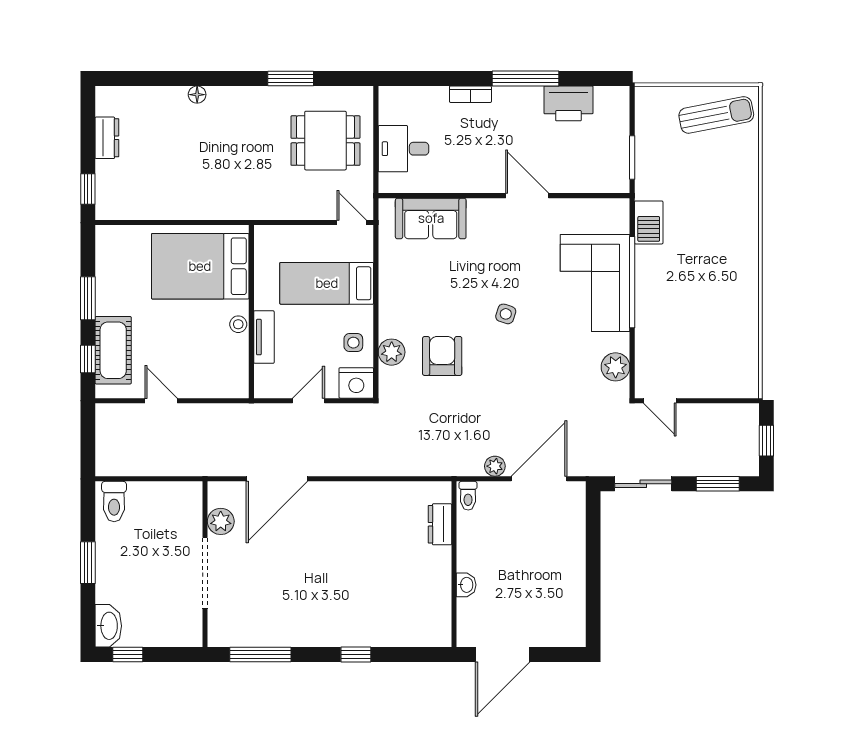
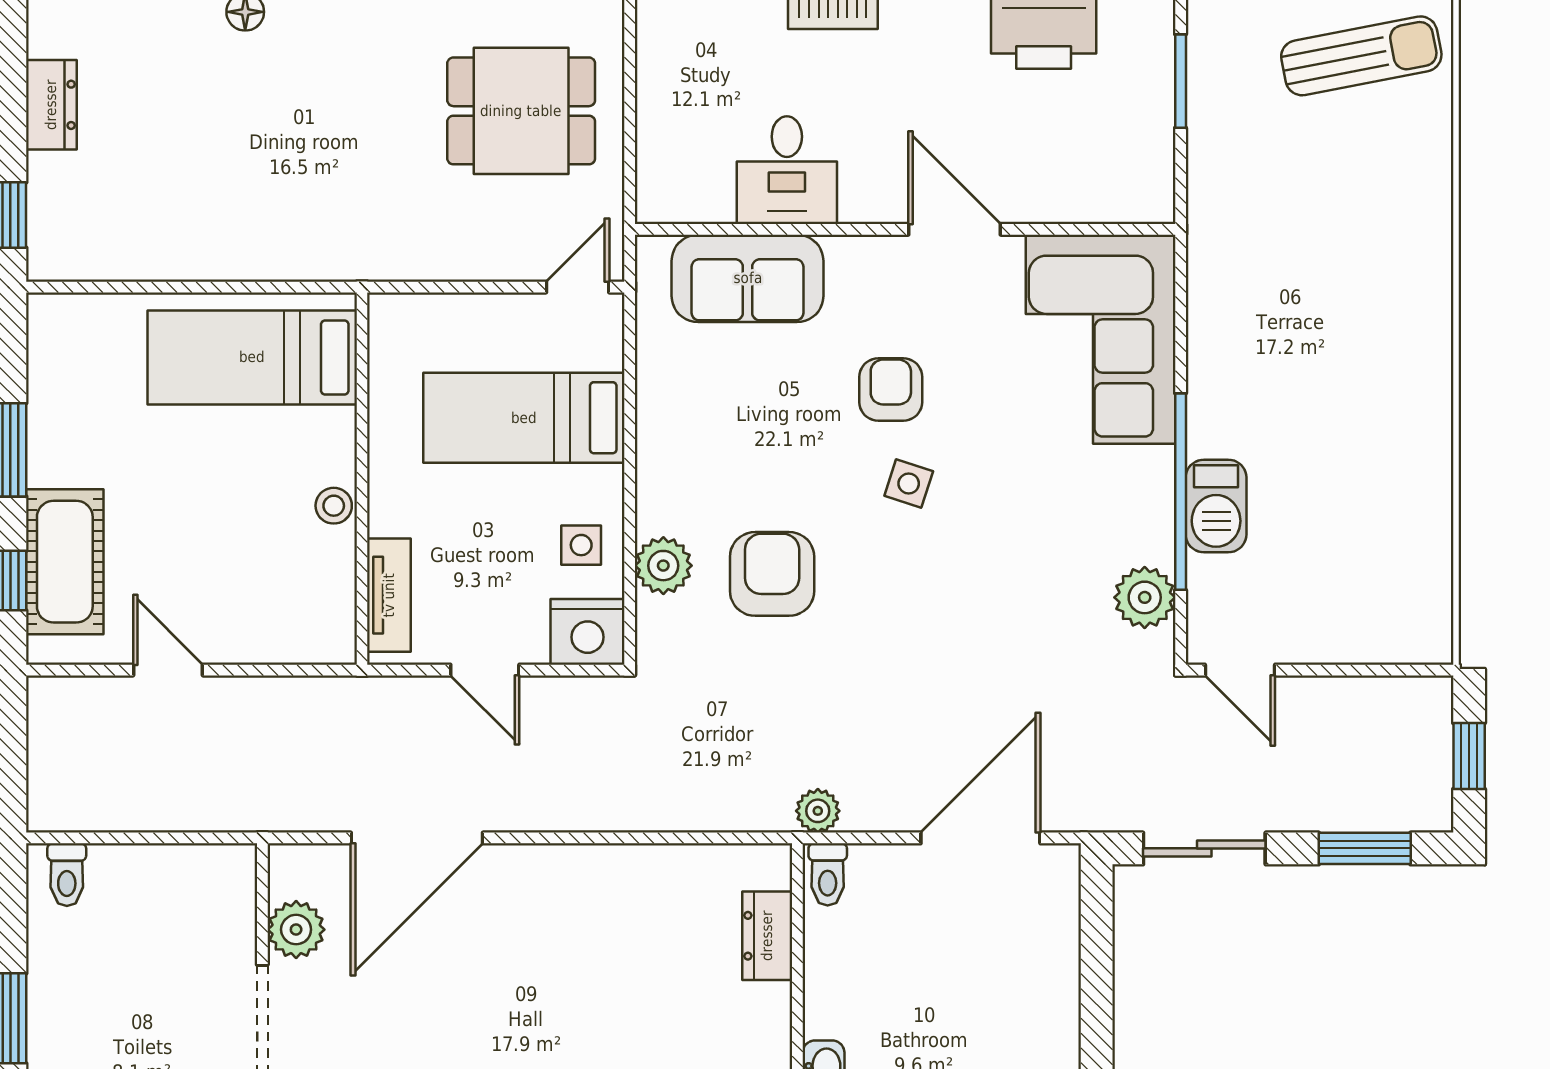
desk: (403, 149) -> (787, 170), moved, turned -90
window: (632, 158) -> (1181, 81), moved
barbecue: (649, 222) -> (1216, 506), moved
door: (352, 223) -> (578, 287), hinge flipped
bed: (200, 266) -> (252, 357), width x0.67
armchair: (497, 270) -> (891, 390), added
window: (632, 282) -> (1181, 492), moved
corner sofa: (595, 283) -> (1101, 339), moved
tv unit: (264, 337) -> (389, 595), moved
door: (309, 401) -> (485, 670), swing flipped
plant: (495, 466) -> (818, 811), moved
toilet: (114, 502) -> (67, 875), width x0.73, depth x0.72

